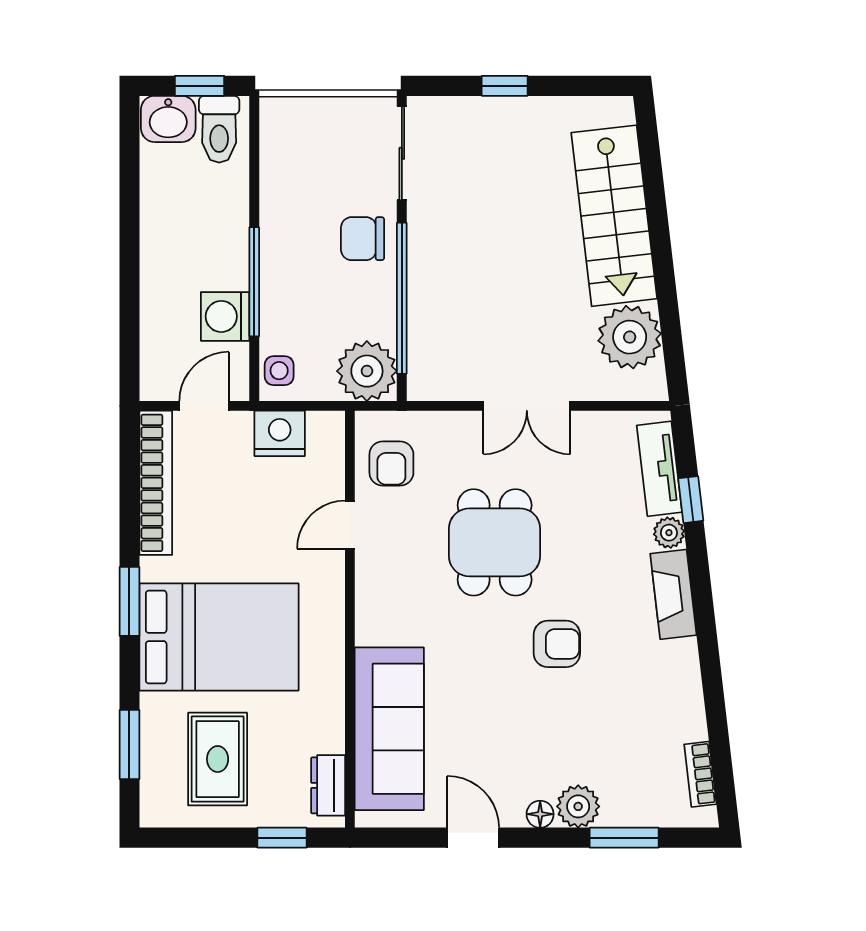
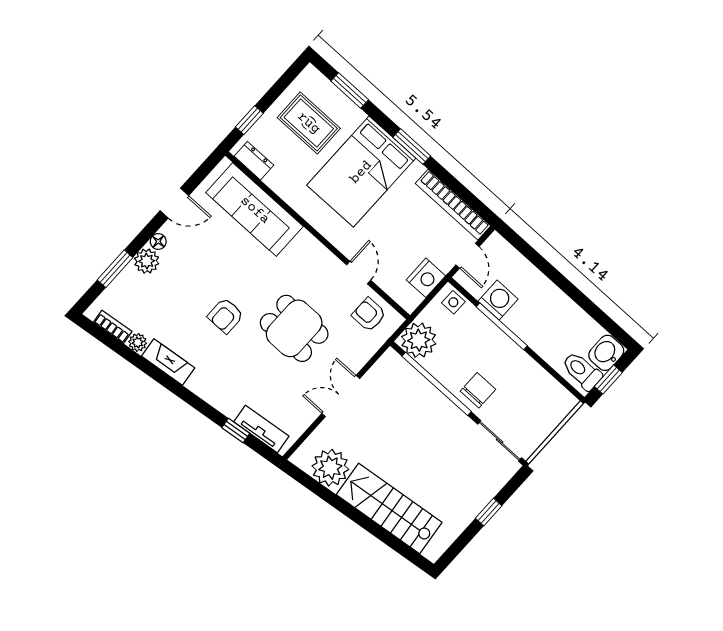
plant: (669, 533) -> (138, 342), moved
fireplace: (673, 594) -> (168, 362), moved

